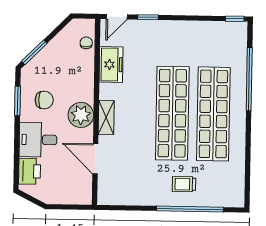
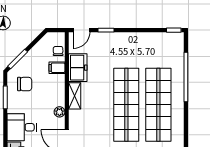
filing cabinet: (84, 64) -> (57, 68), added
chair: (44, 100) -> (25, 84), moved
plant: (81, 115) -> (59, 112), width x0.53, depth x0.53
shelving: (106, 117) -> (75, 96), moved

